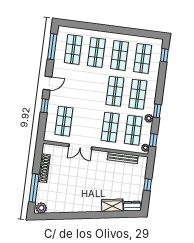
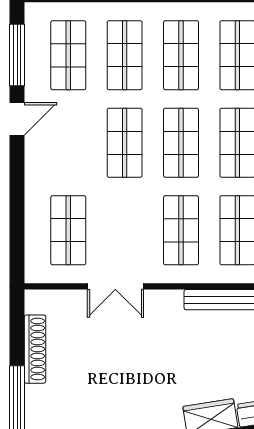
door: (48, 83) -> (17, 119), moved
shop shelf: (92, 88) -> (125, 143), added
window: (45, 106) -> (17, 199), removed

